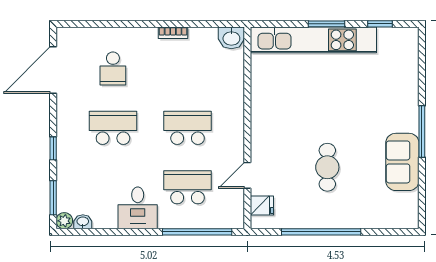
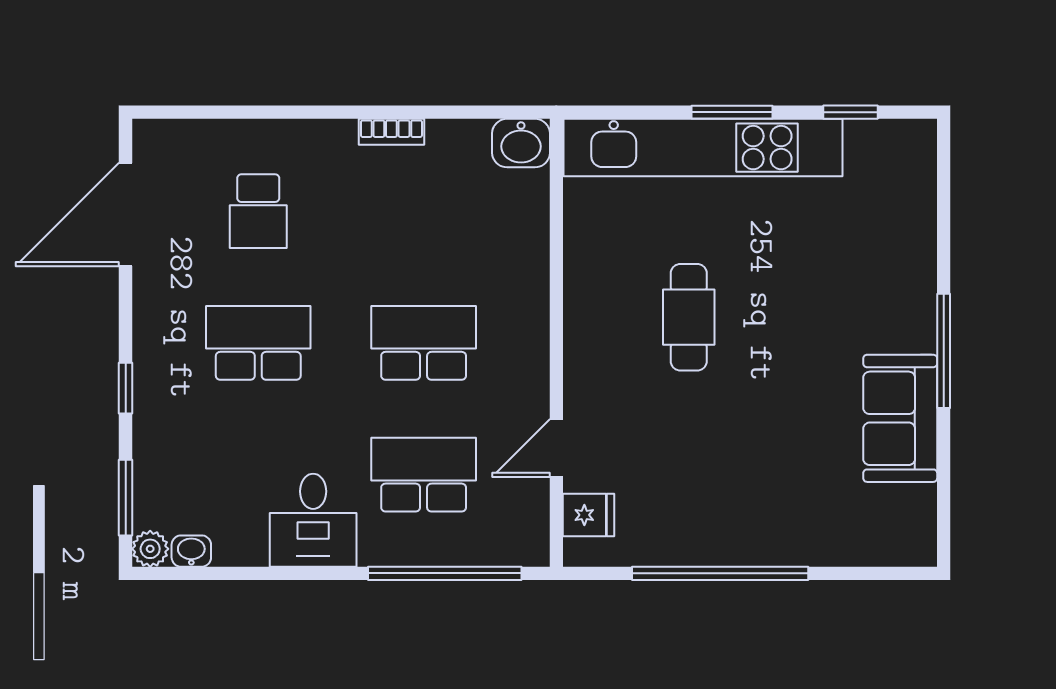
cafe table: (327, 167) -> (689, 317), moved

